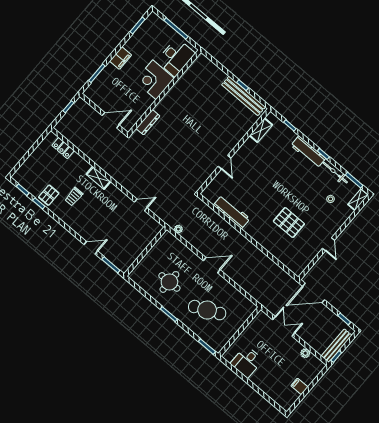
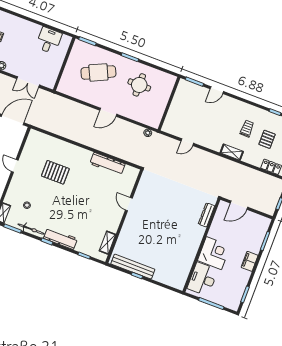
pallet: (49, 195) -> (267, 139), moved

